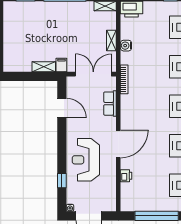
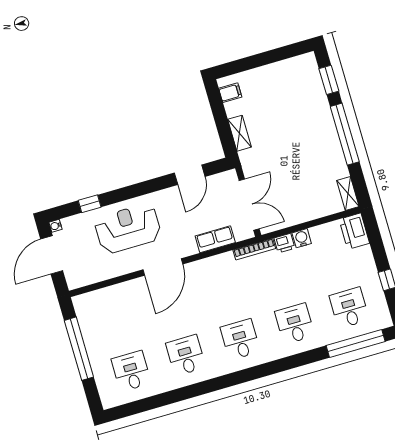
shelving: (111, 40) -> (303, 216), removed
filing cabinet: (61, 65) -> (230, 93), moved
door: (118, 144) -> (163, 267), hinge flipped
printer: (126, 176) -> (284, 243), moved

